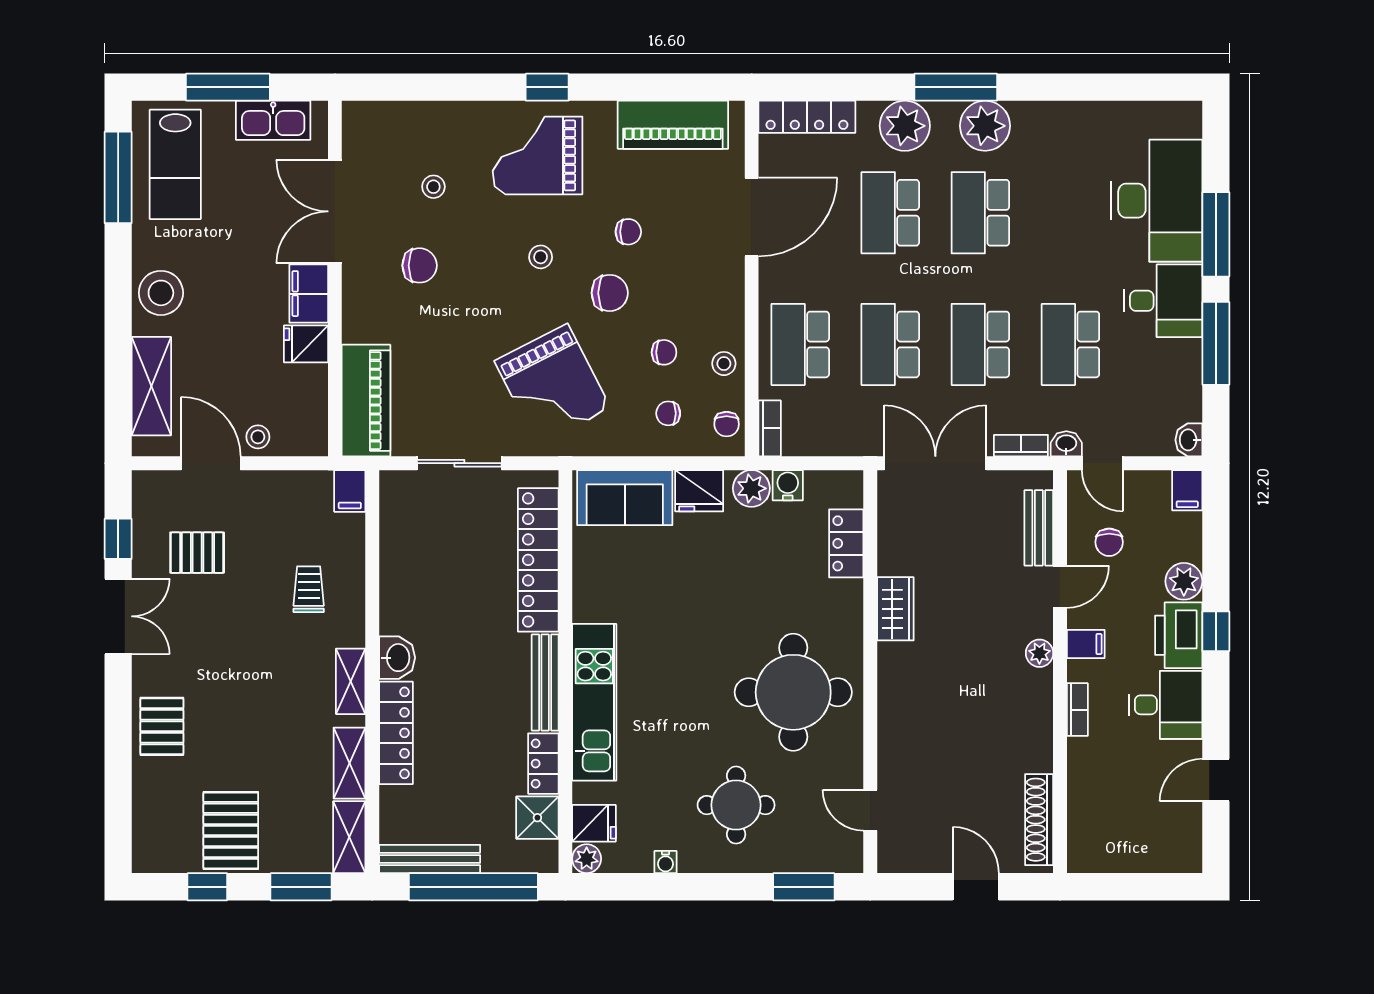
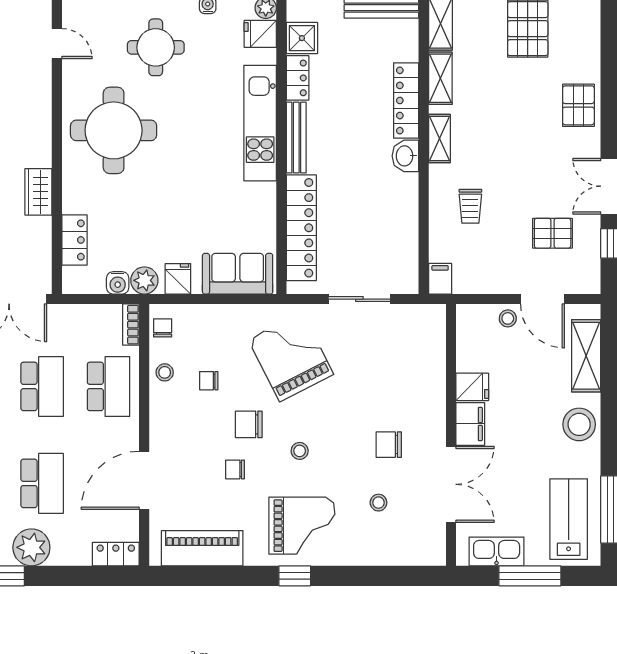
locker: (807, 117) -> (116, 554), width x0.66
piano: (366, 401) -> (428, 345), removed
chair: (668, 413) -> (206, 336), removed
fridge: (699, 491) -> (178, 279), width x0.72

